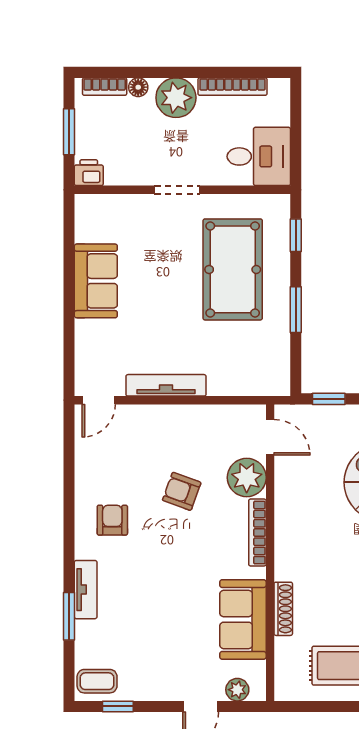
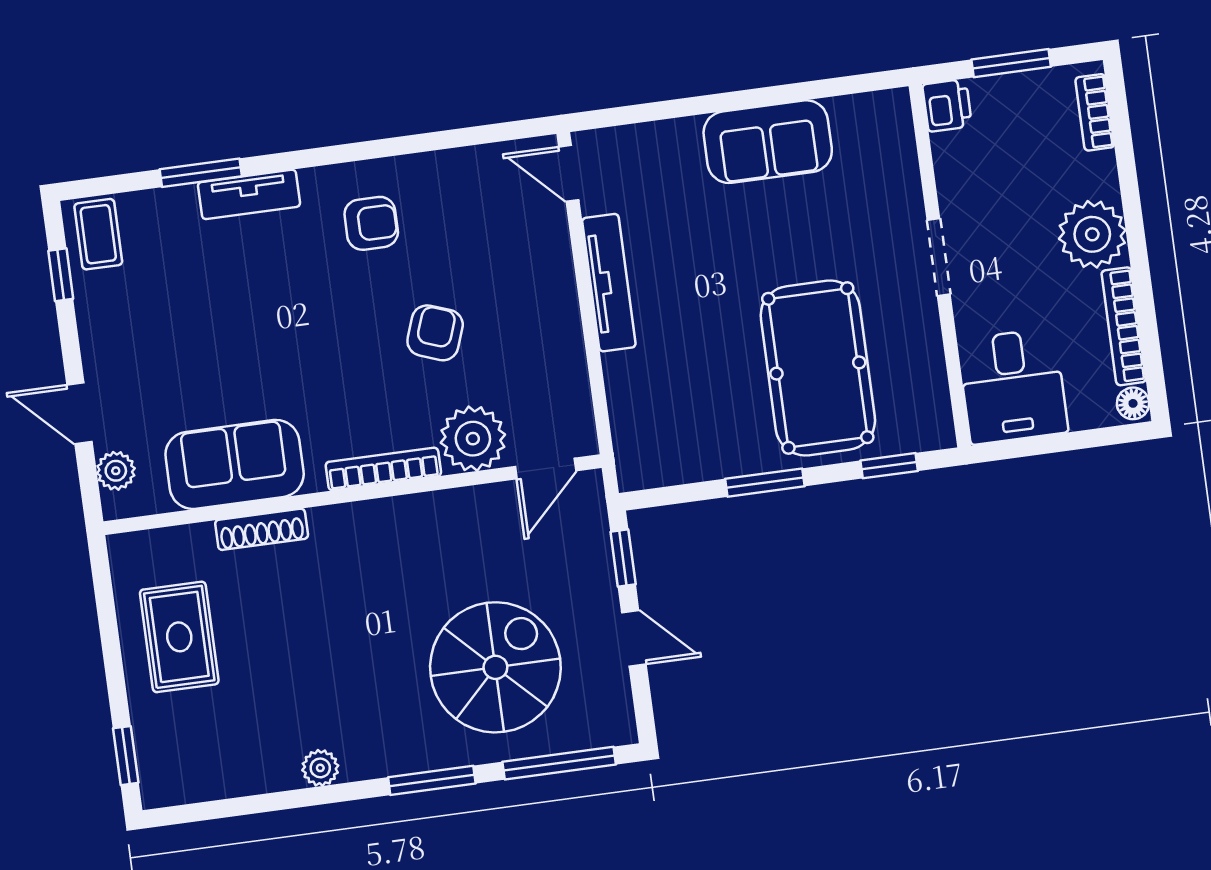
floor lamp: (138, 87) -> (1133, 403), moved
pool table: (233, 269) -> (818, 368), turned 90

